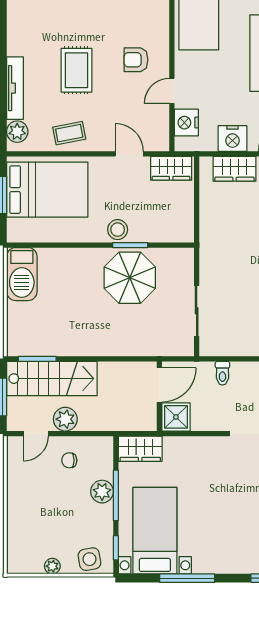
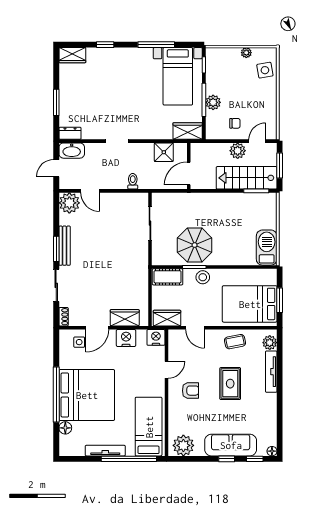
nightstand: (186, 123) -> (156, 337), moved, turned -90
cot: (170, 230) -> (167, 277), added
door: (159, 385) -> (189, 173), moved
wall: (159, 396) -> (189, 166), moved
side table: (89, 559) -> (265, 70), moved

